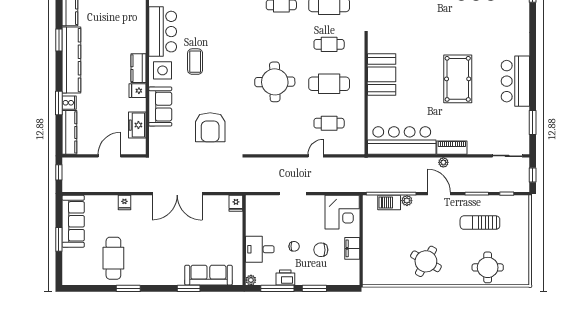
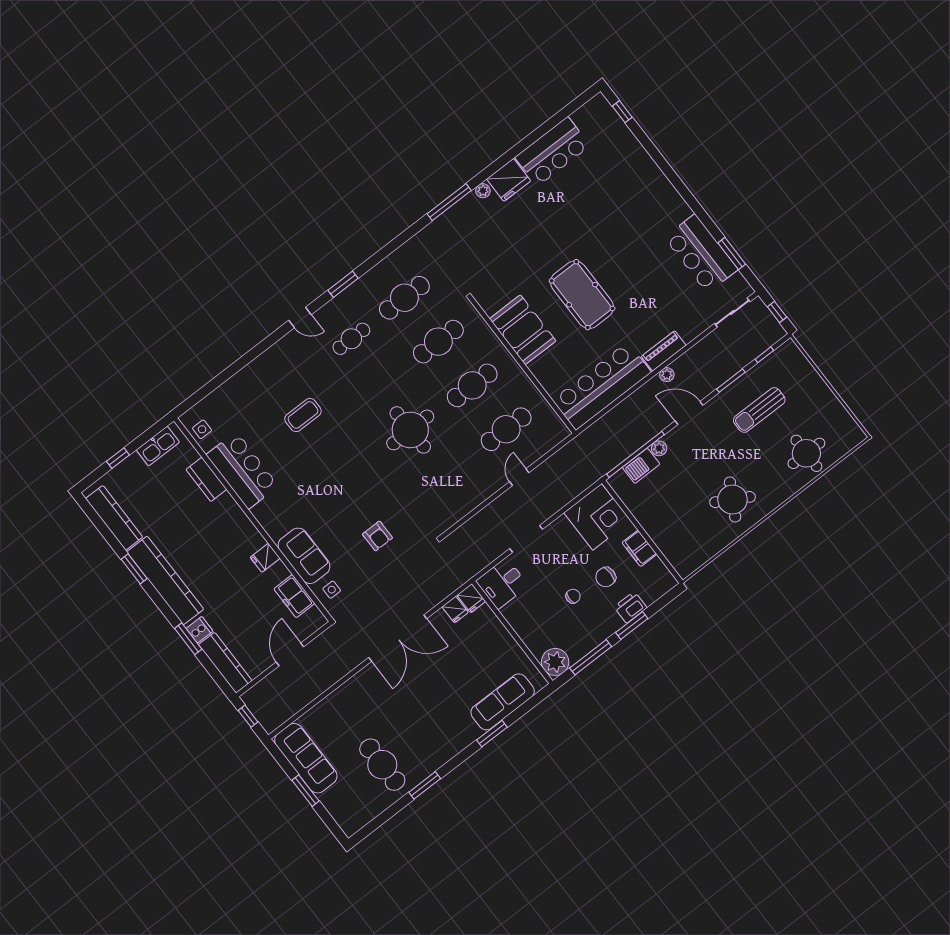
cafe table: (329, 44) -> (438, 342), width x1.37, depth x1.35
coffee table: (195, 62) -> (303, 415), moved, turned 90
kitchen counter: (138, 68) -> (206, 479), moved
side table: (163, 70) -> (332, 590), moved, width x0.54, depth x0.54
pool table: (458, 79) -> (582, 295), moved
bar counter: (515, 81) -> (701, 253), moved
cafe table: (329, 123) -> (506, 429), width x1.37, depth x1.35
armchair: (210, 127) -> (377, 536), width x0.53, depth x0.53
fridge: (124, 203) -> (455, 610), moved
desk: (260, 249) -> (502, 583), moved
printer: (285, 278) -> (630, 607), moved
plant: (251, 280) -> (555, 662), width x1.88, depth x1.88

